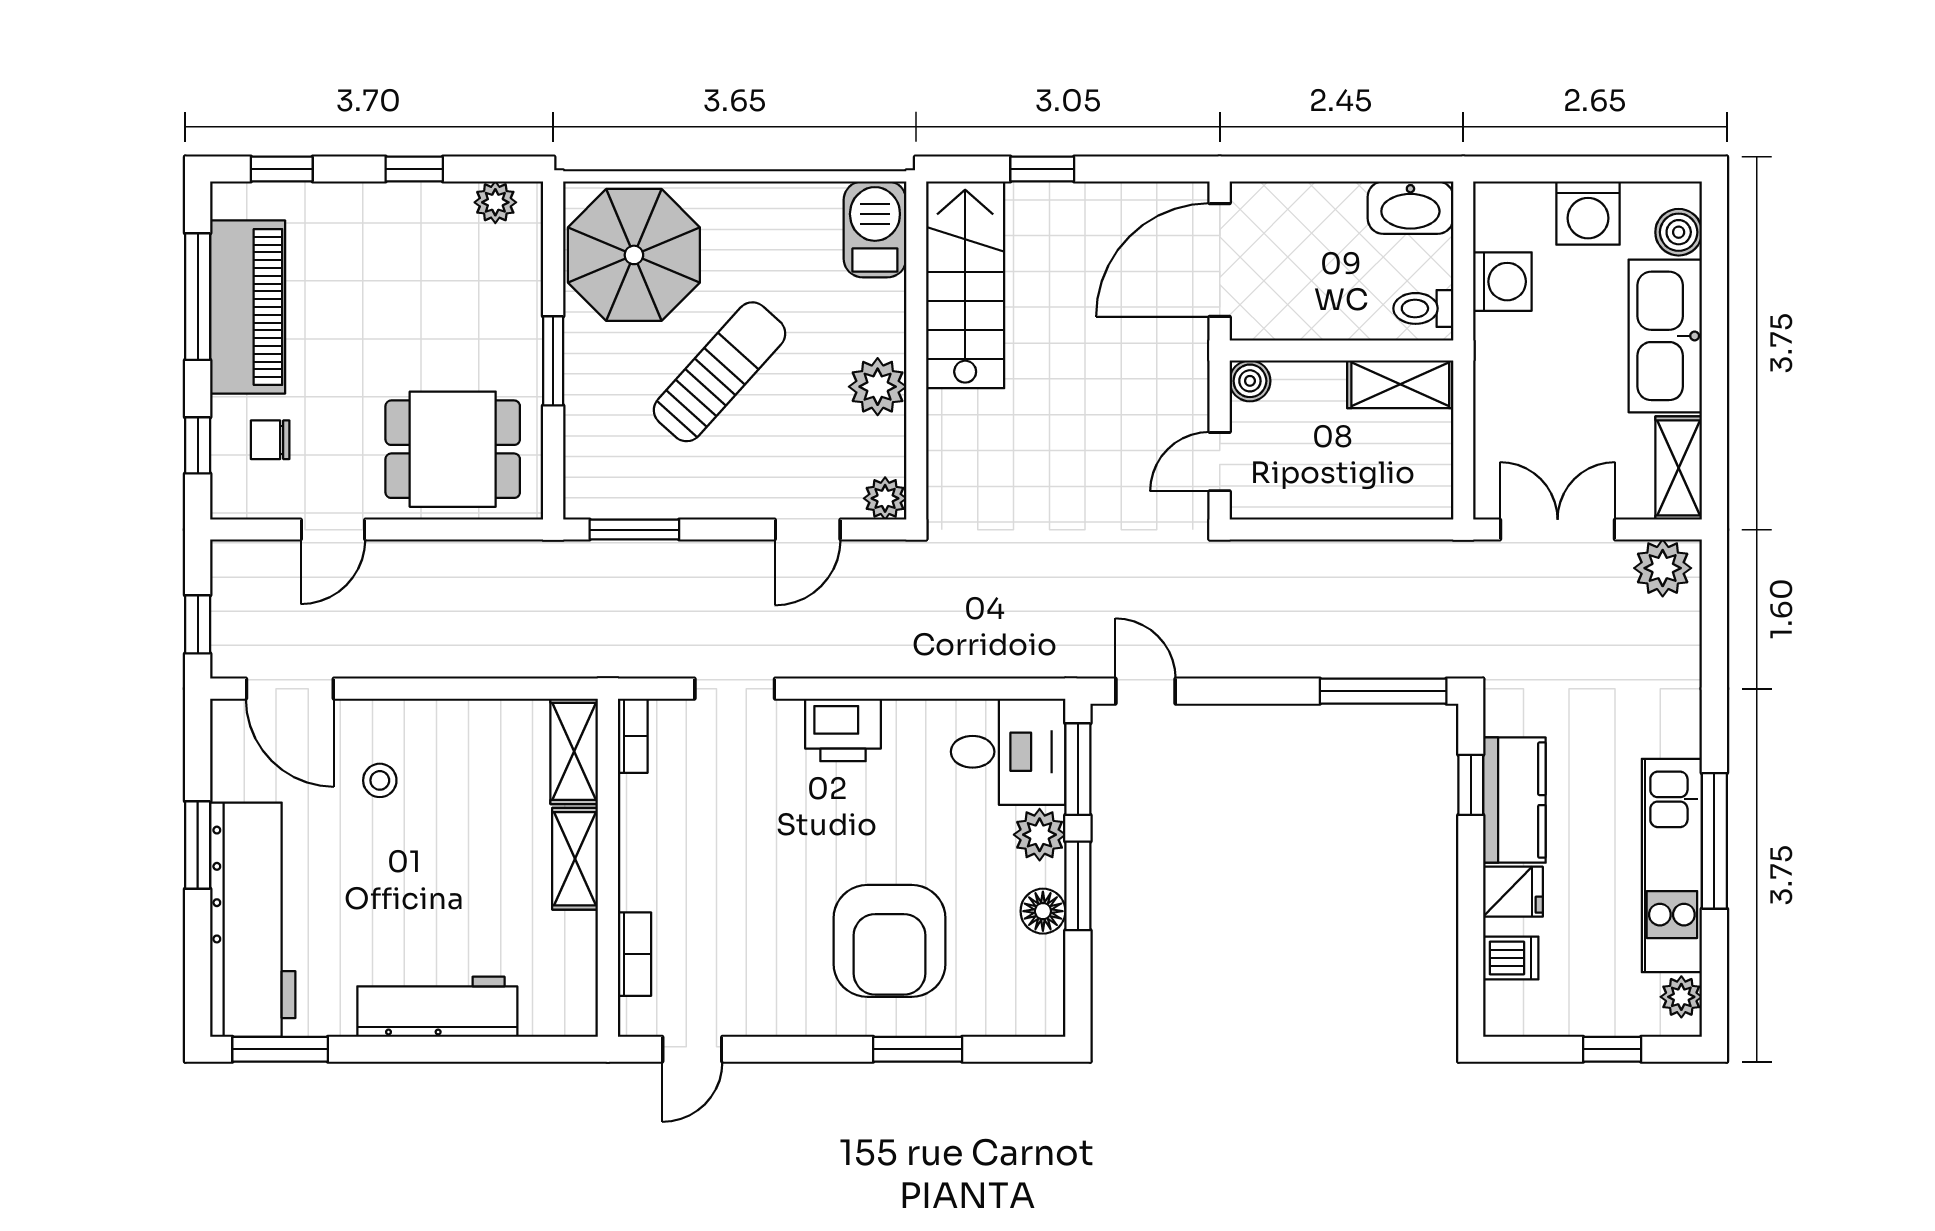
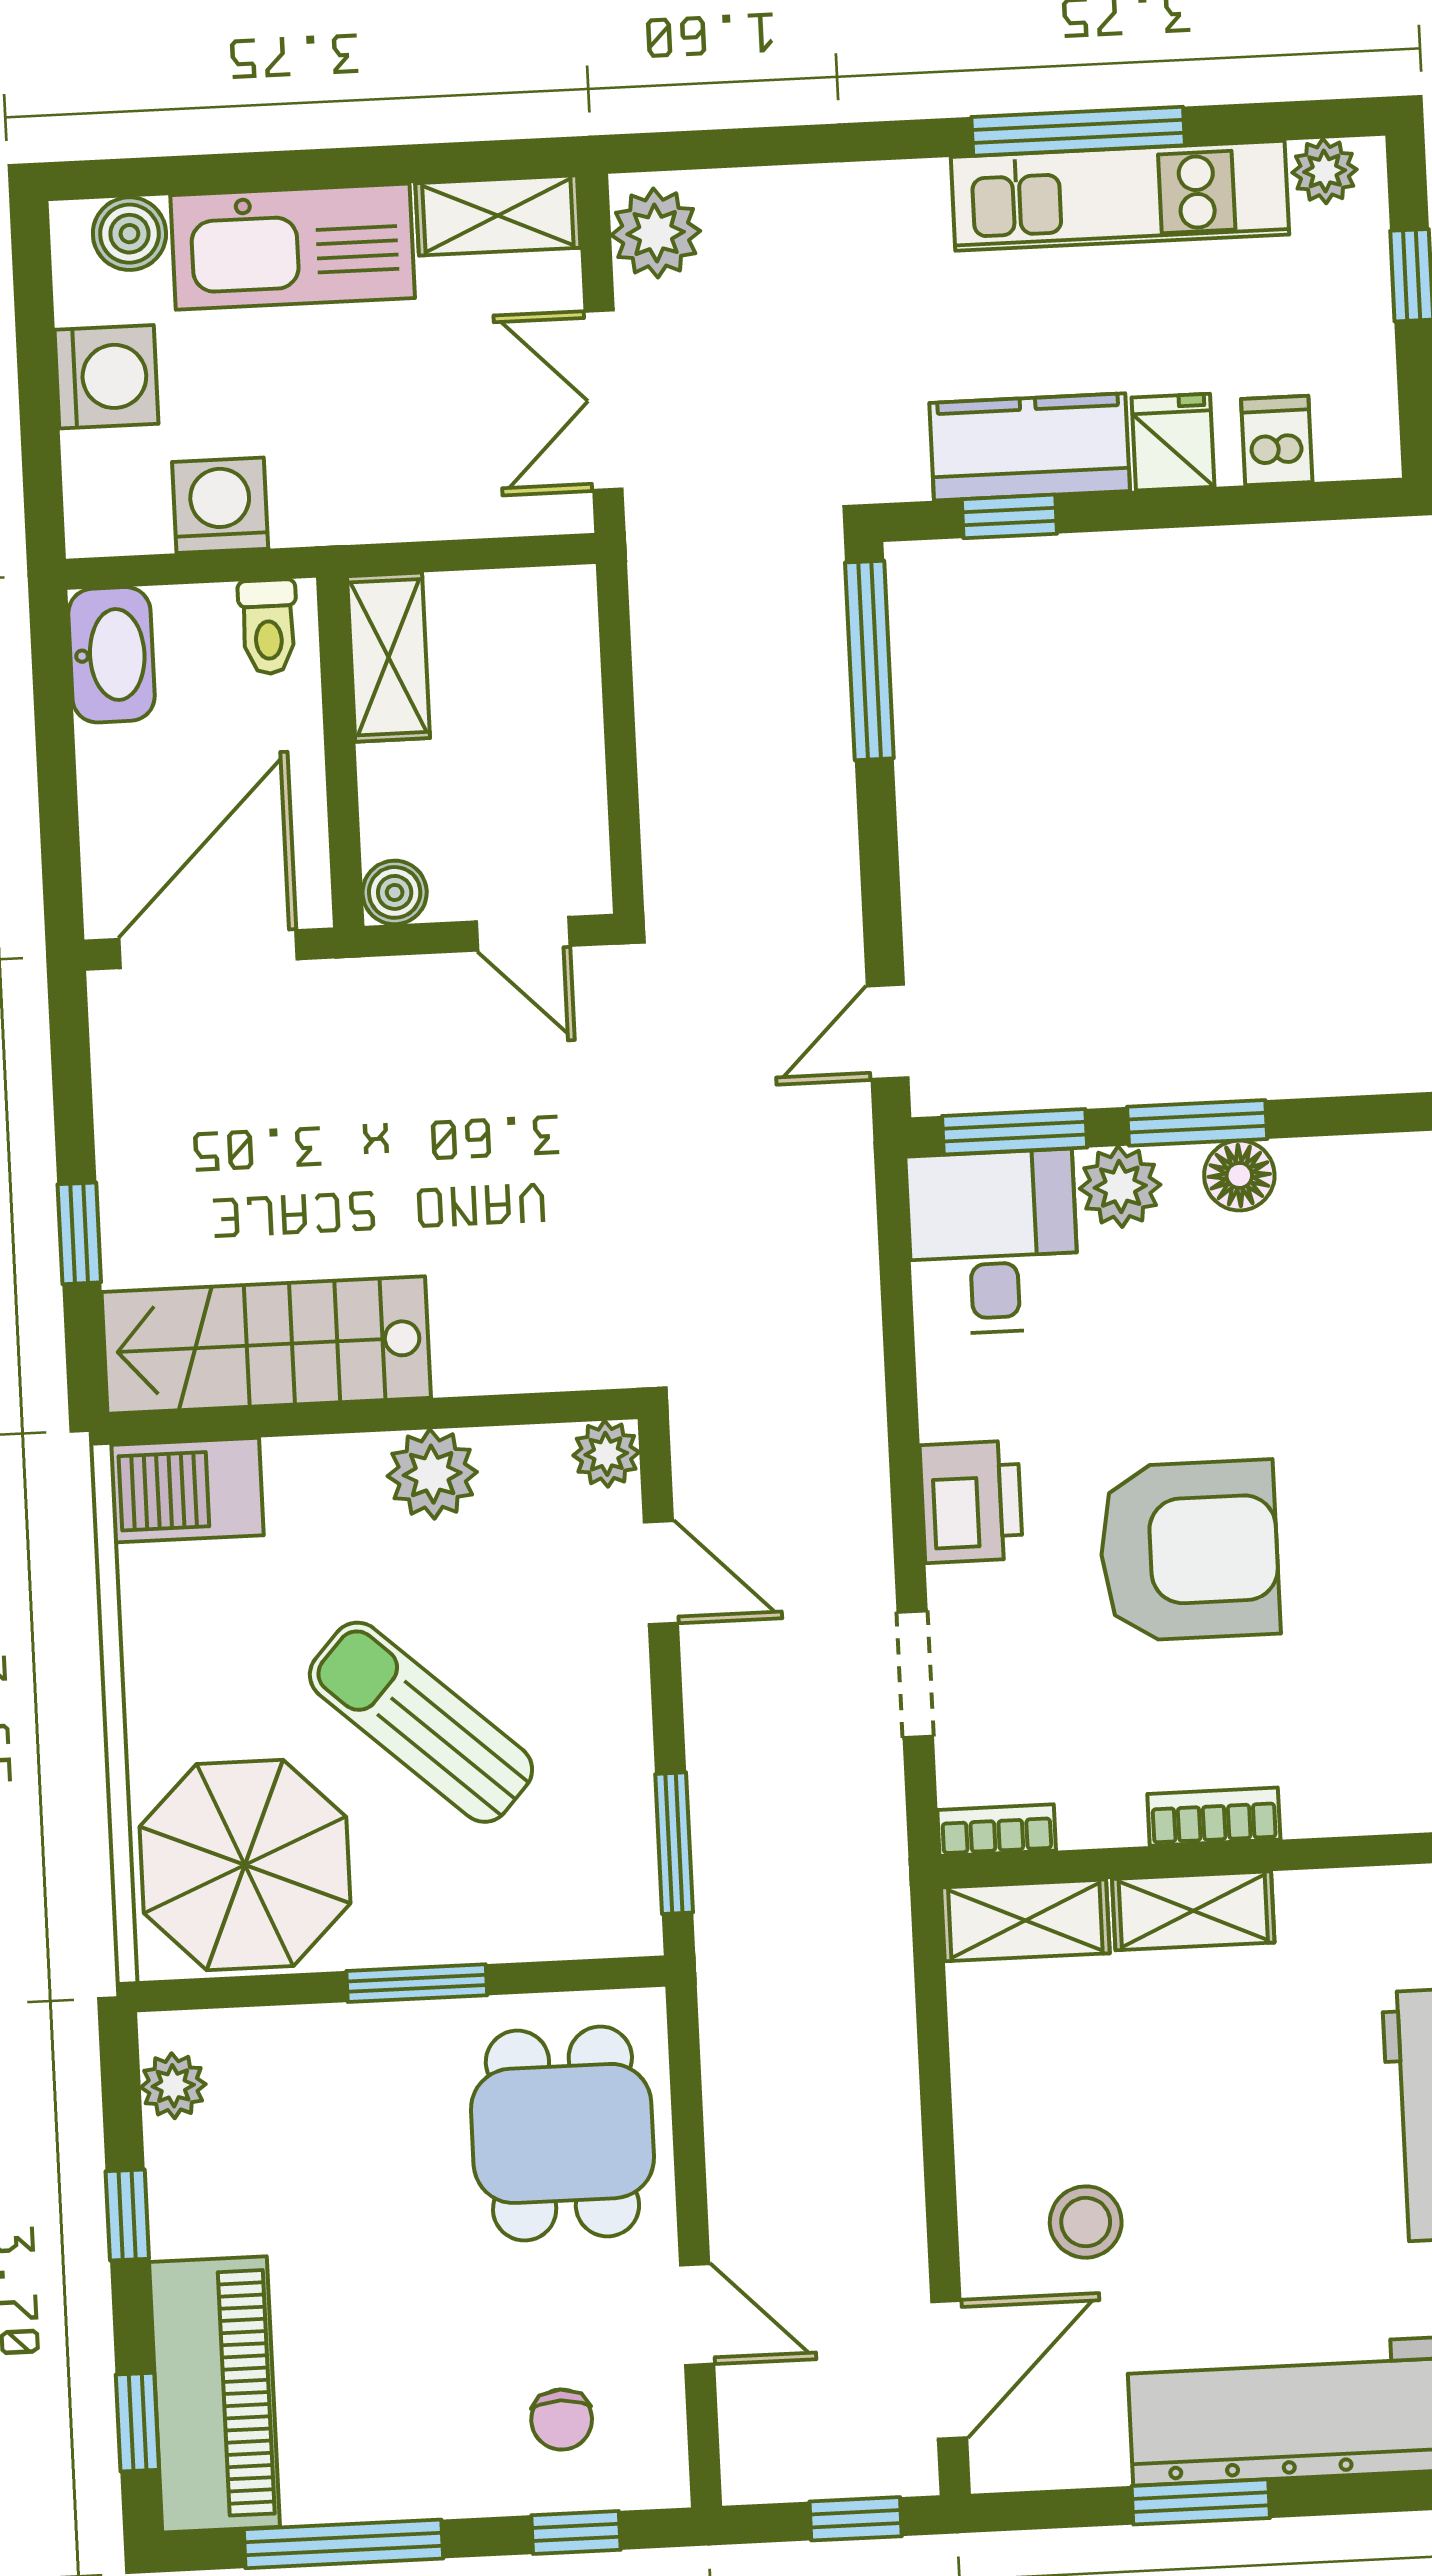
door: (1220, 260) -> (208, 949), swing flipped
piano: (248, 307) -> (214, 2394), moved, turned 90
stool: (380, 780) -> (1086, 2222), width x1.37, depth x1.37
armchair: (890, 941) -> (1189, 1550), moved
bookcase: (634, 954) -> (1214, 1817), moved

